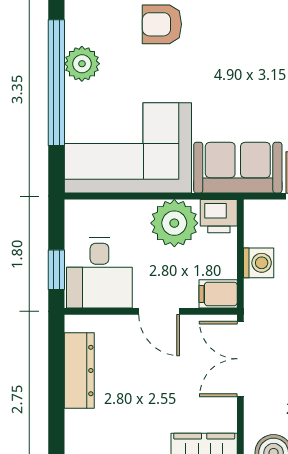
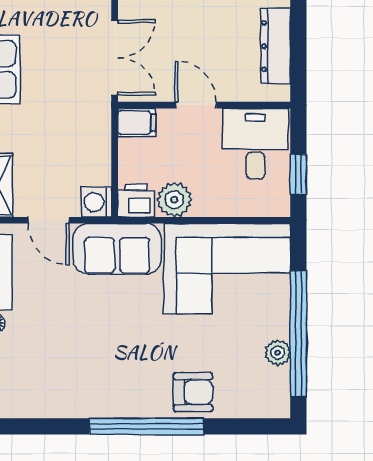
plant: (82, 64) -> (278, 353), width x0.73, depth x0.73
plant: (174, 223) -> (174, 200), width x0.73, depth x0.73
washing machine: (259, 263) -> (96, 202), moved
window: (56, 270) -> (298, 174), moved

